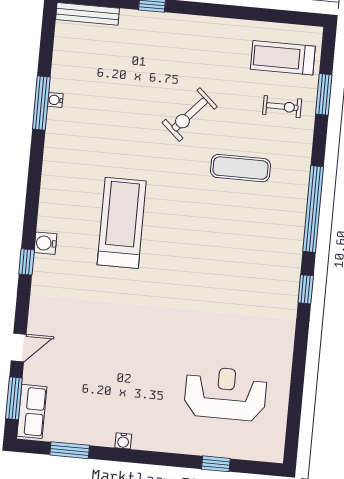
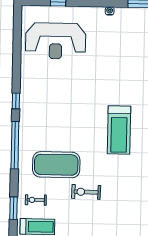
exercise bike: (190, 115) -> (86, 192), turned -131
exercise mat: (241, 168) -> (56, 165), width x2.00, depth x1.45
reception desk: (225, 394) -> (56, 41), width x1.36, depth x1.30

